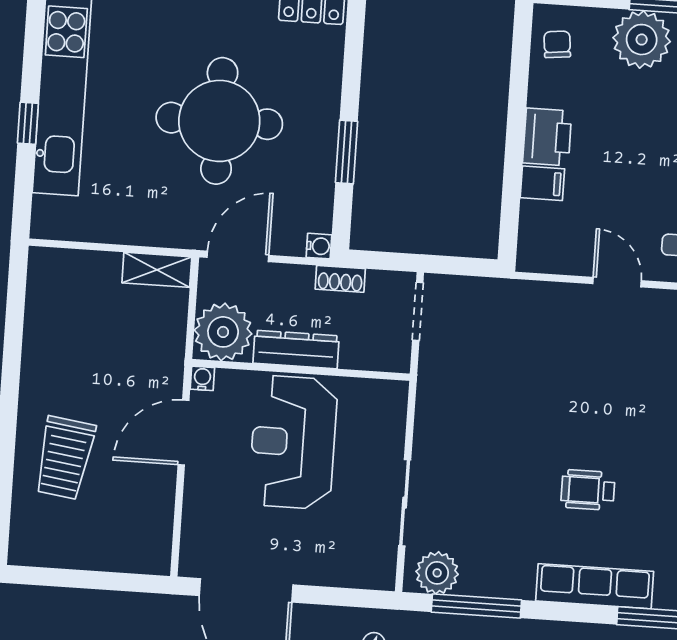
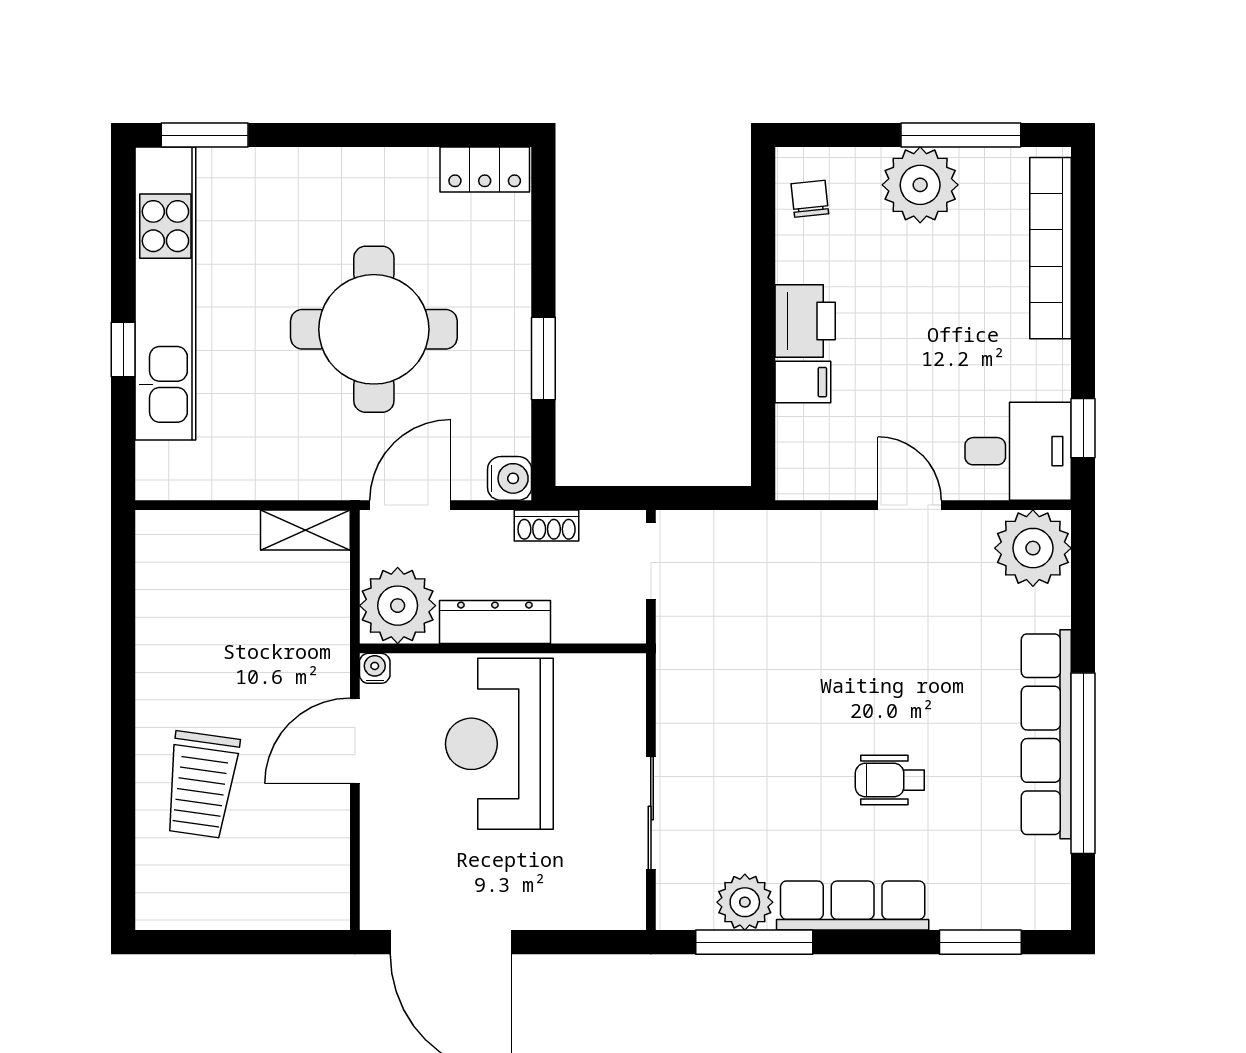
water cooler: (319, 246) -> (510, 478), width x1.38, depth x1.38
plant: (437, 573) -> (745, 902), moved
row of seats: (595, 586) -> (853, 906), moved

